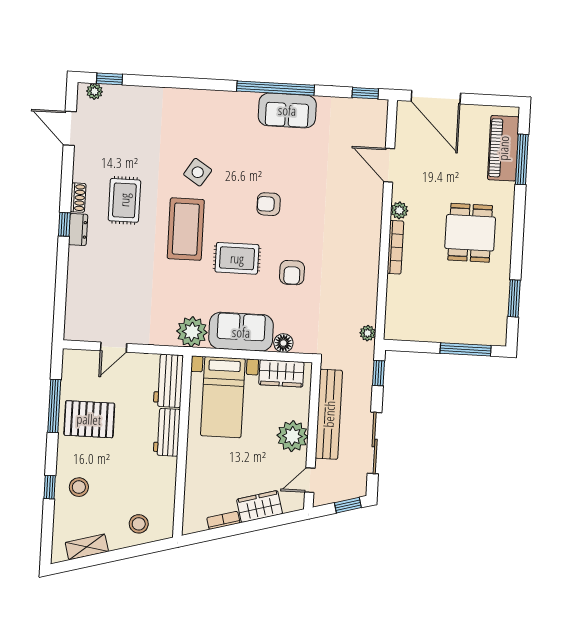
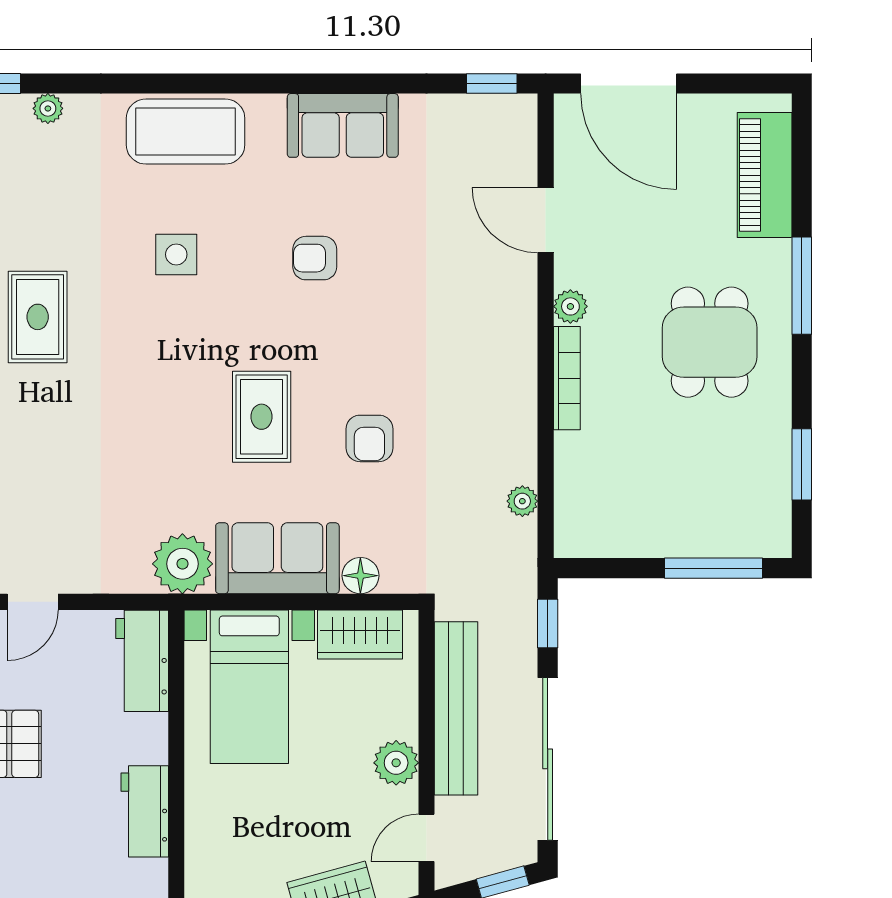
window: (276, 88) -> (318, 84), removed
plant: (136, 93) -> (48, 108), added
window: (522, 159) -> (802, 286), moved
side table: (198, 172) -> (176, 254), turned -33
armchair: (269, 204) -> (315, 258), moved
coffee table: (186, 229) -> (186, 132), moved, turned 90
rug: (237, 258) -> (262, 417), turned 90
plant: (368, 333) -> (522, 501), moved
workbench: (167, 432) -> (145, 811), moved
plant: (292, 436) -> (396, 763), width x0.73, depth x0.73
sliding door: (375, 443) -> (548, 759), width x1.36

